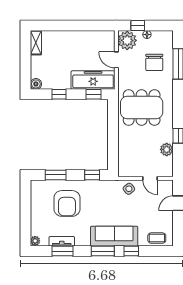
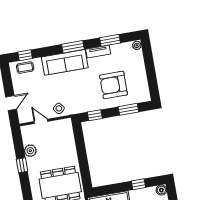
window: (93, 94) -> (107, 190), removed
armchair: (67, 203) -> (113, 85), turned -90
tv unit: (62, 241) -> (98, 52), moved
window: (131, 251) -> (25, 55), moved

